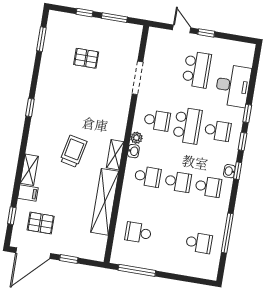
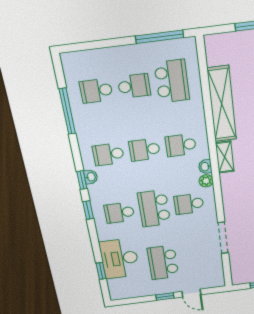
window: (247, 113) -> (101, 271), moved
school desk: (138, 233) -> (172, 81), width x1.85
school desk: (169, 238) -> (134, 86), added

